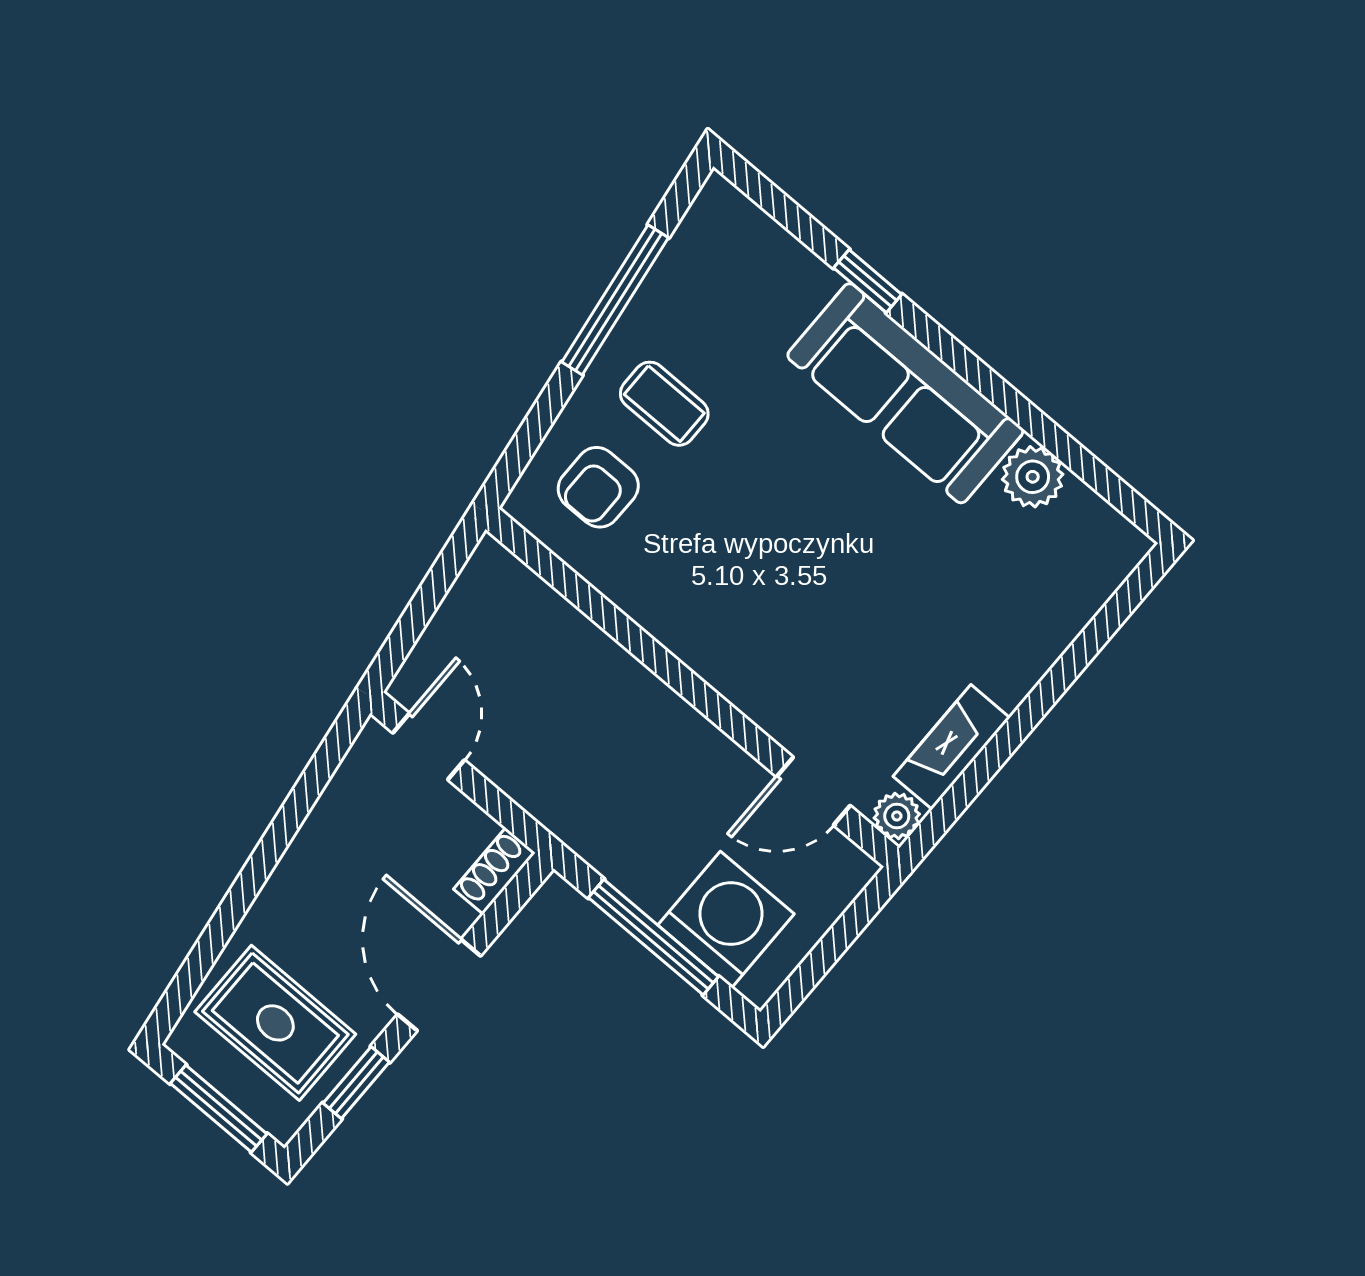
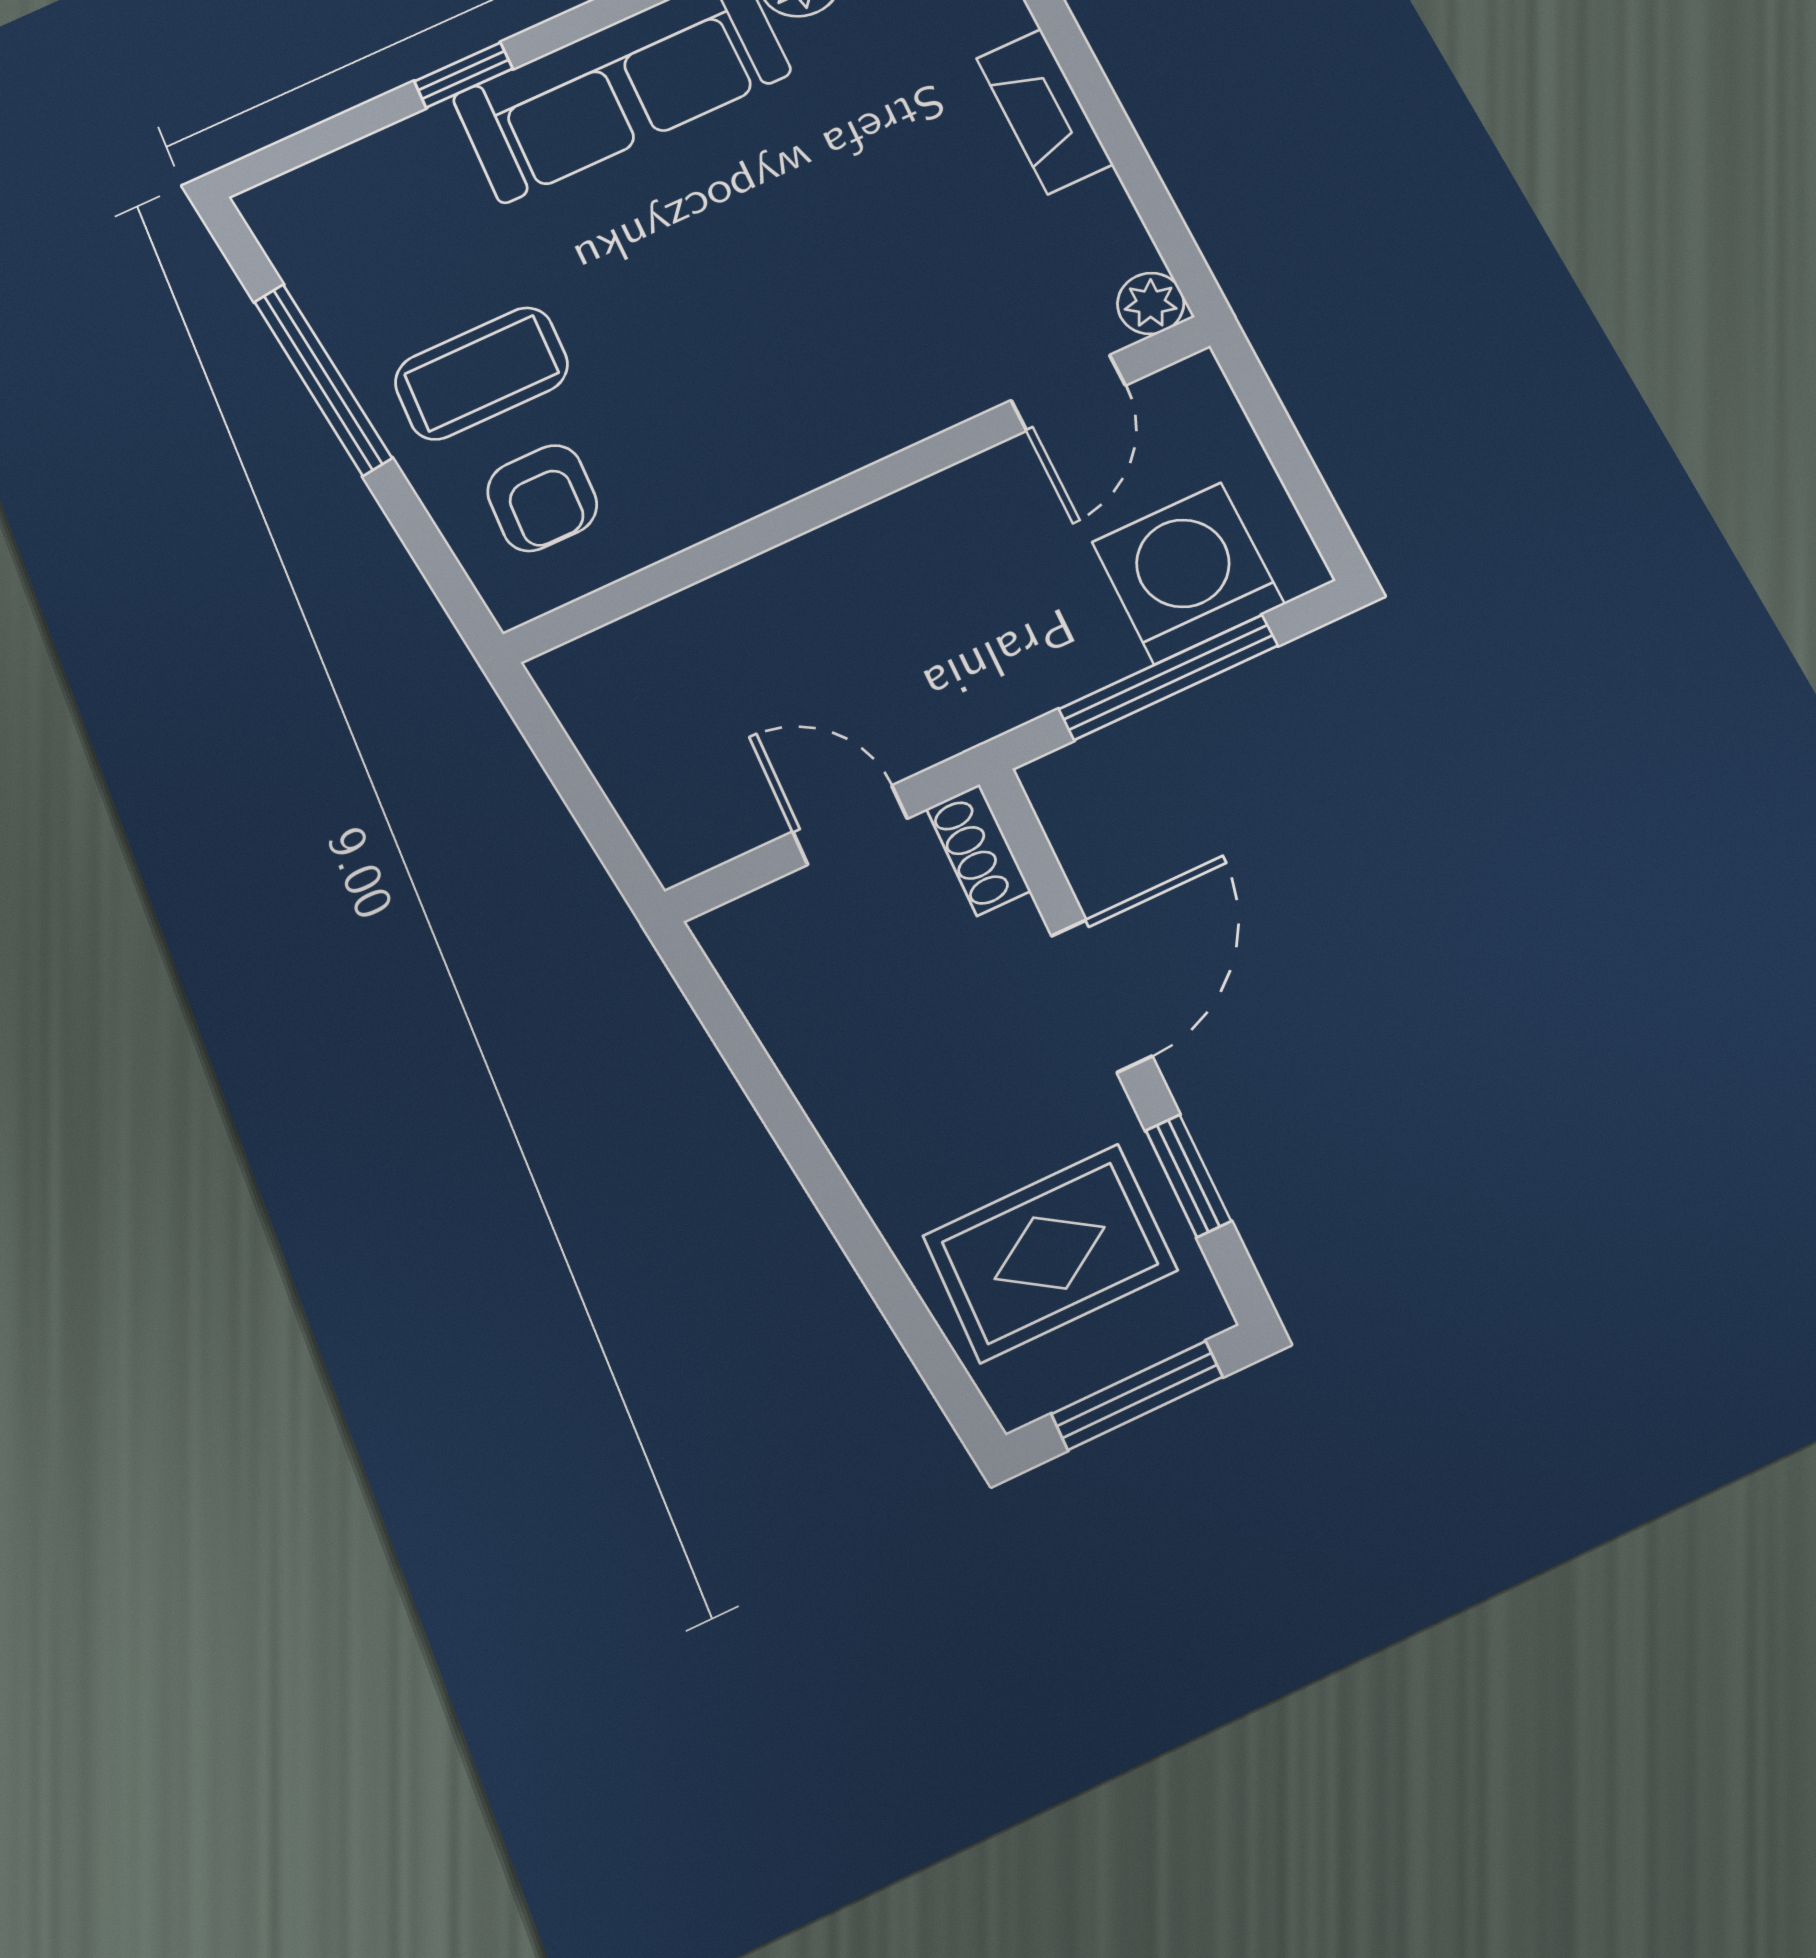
coffee table: (664, 404) -> (481, 373), width x1.36, depth x1.30
door: (429, 747) -> (850, 825), moved
fireplace: (952, 747) -> (1044, 111), moved
door: (439, 985) -> (1101, 996), swing flipped

